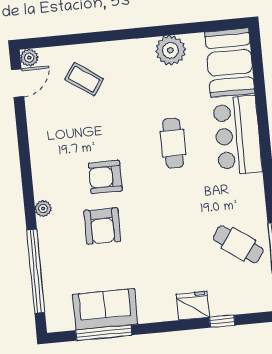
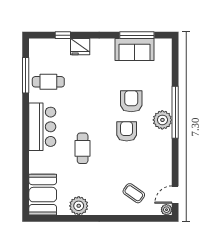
bar counter: (238, 136) -> (42, 127), moved
armchair: (105, 177) -> (127, 131), turned -90
plant: (43, 209) -> (162, 120), width x1.88, depth x1.88
cafe table: (238, 244) -> (48, 82), turned -35
window: (36, 271) -> (175, 112), moved

